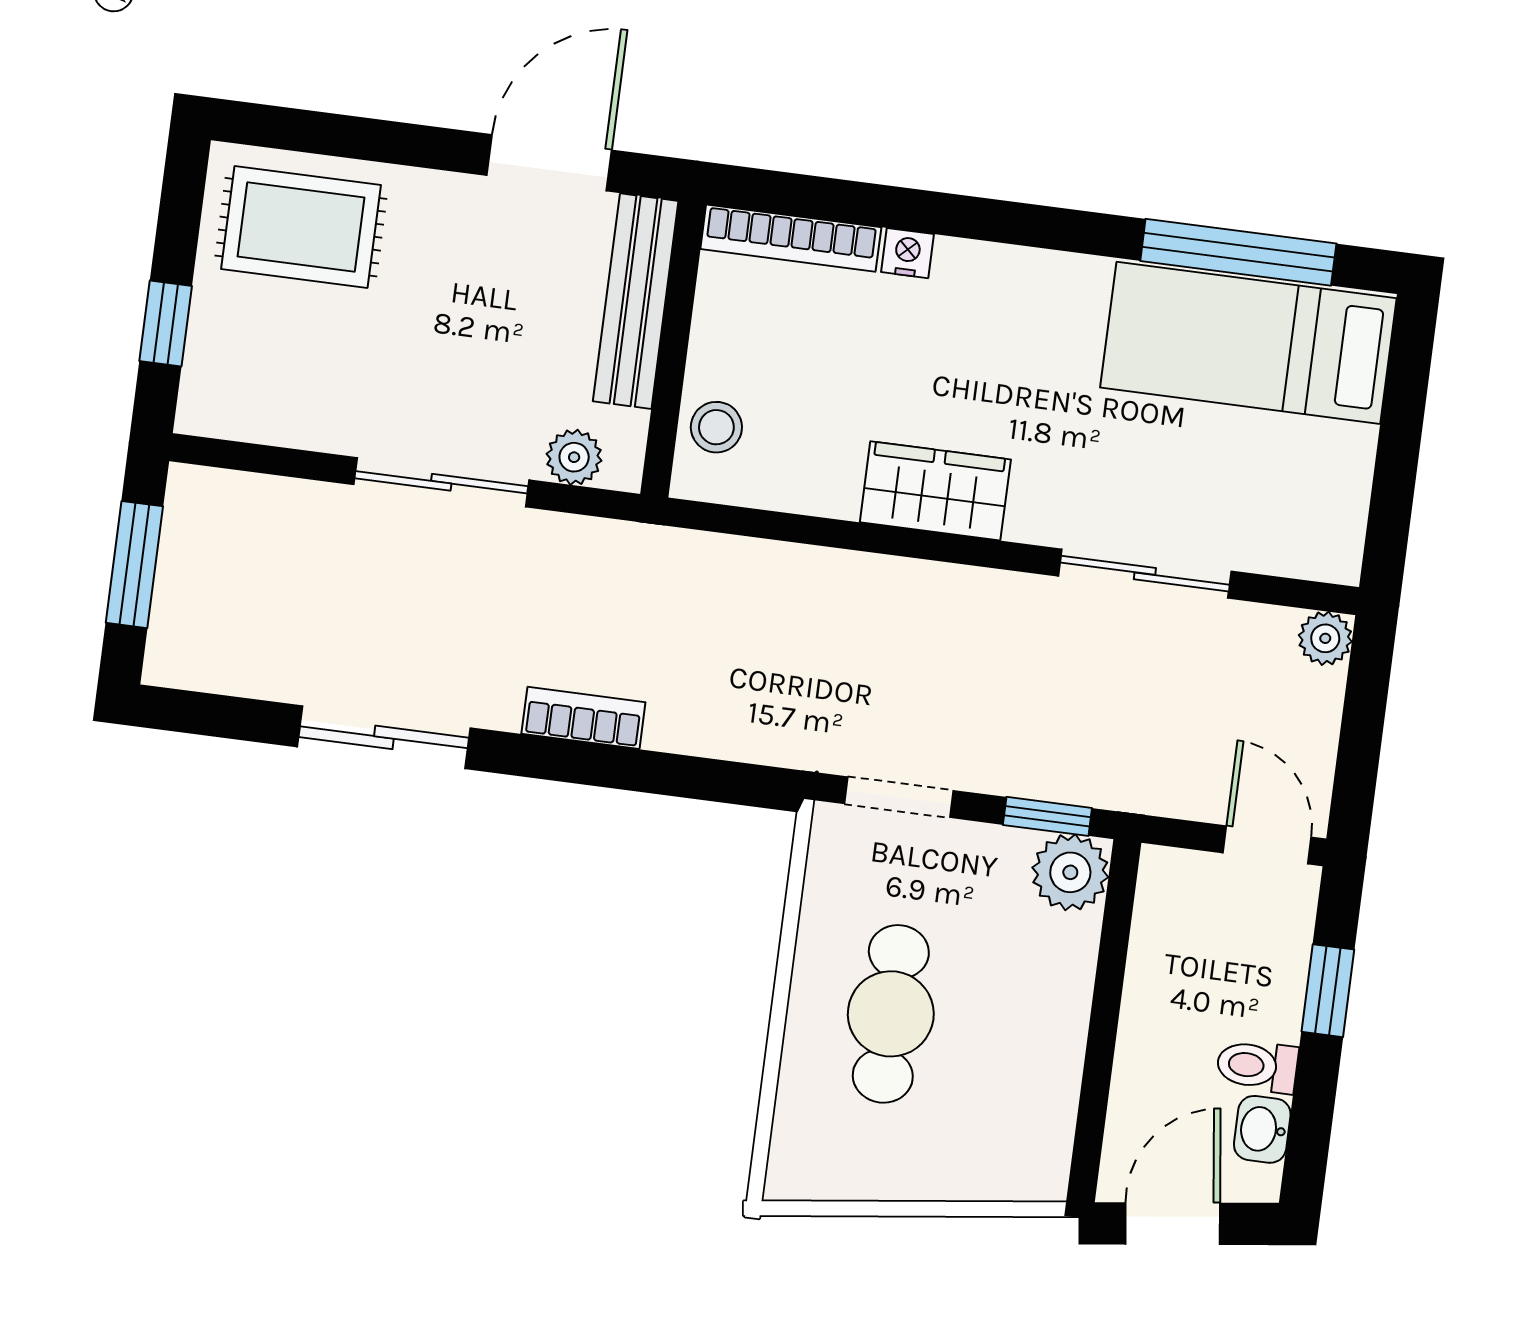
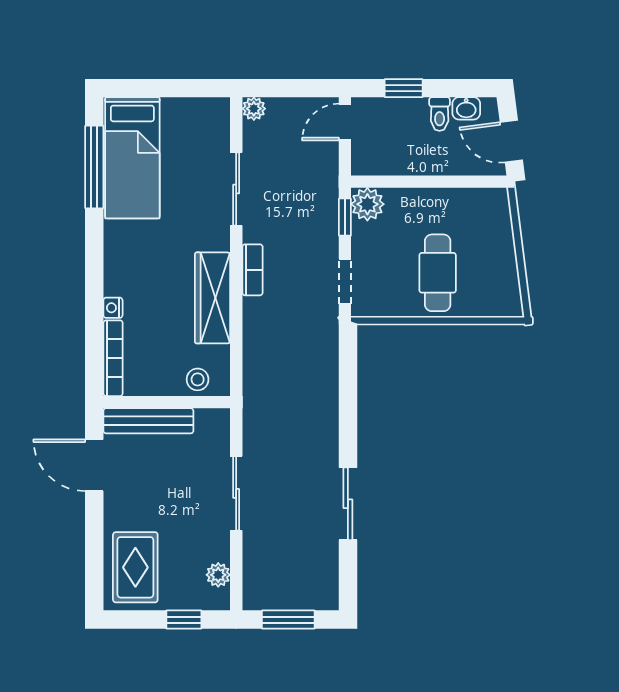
plant: (574, 457) -> (218, 575), moved
wardrobe: (935, 491) -> (213, 298), width x1.50
bookcase: (583, 718) -> (252, 270), moved, turned 180
cafe table: (891, 1014) -> (438, 273), turned 90

